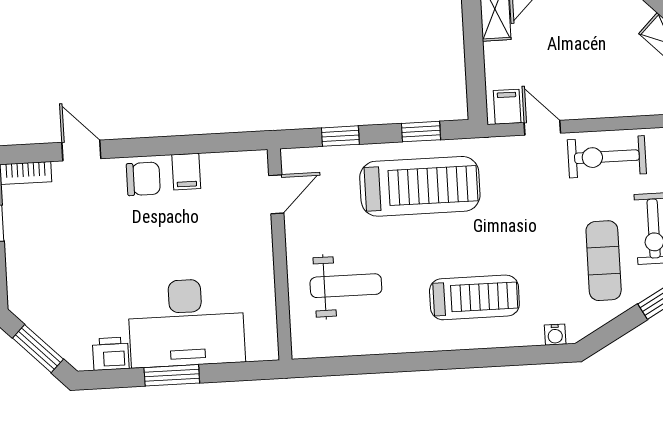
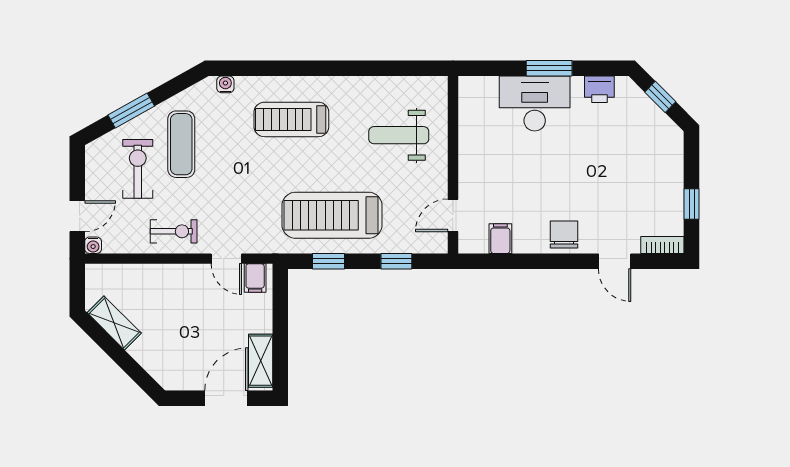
exercise bike: (607, 157) -> (174, 231), width x0.73, depth x0.72
filing cabinet: (186, 172) -> (500, 239), moved
chair: (143, 179) -> (564, 234), turned 90
desk: (186, 323) -> (535, 103), width x0.73, depth x0.77
window: (38, 349) -> (660, 97), width x0.67

